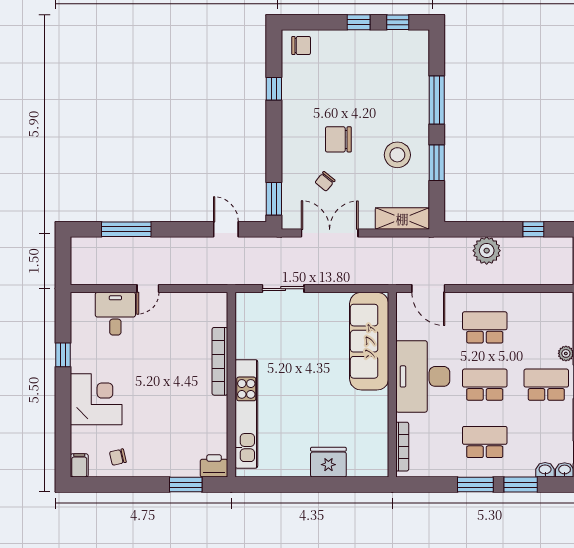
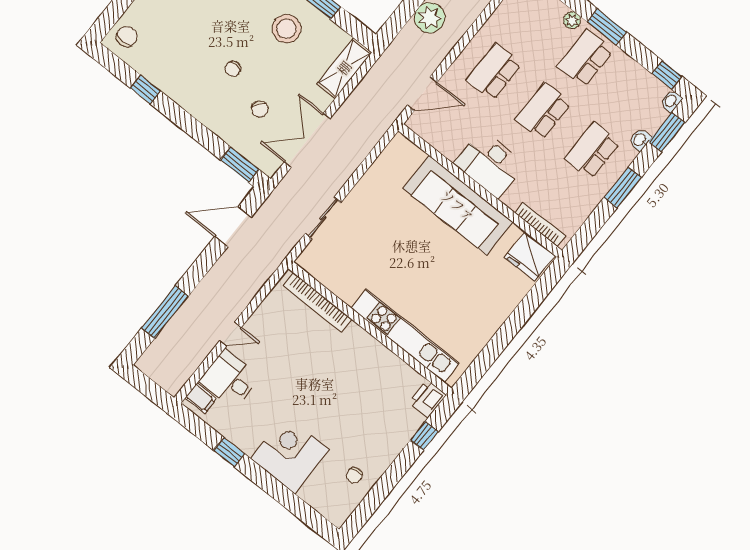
chair: (338, 139) -> (233, 69), width x0.54, depth x0.54
door: (226, 229) -> (233, 227), width x1.38
door: (148, 289) -> (230, 334), hinge flipped
sofa: (369, 341) -> (458, 205), moved
bookcase: (220, 361) -> (317, 302), moved
desk: (423, 376) -> (490, 164), width x0.73, depth x0.77
fridge: (328, 462) -> (530, 257), moved, turned -90
filing cabinet: (79, 465) -> (201, 398), moved, turned 180
washbasin: (545, 470) -> (640, 140), moved
window: (186, 485) -> (424, 436), width x0.67
window: (521, 485) -> (667, 132), moved

